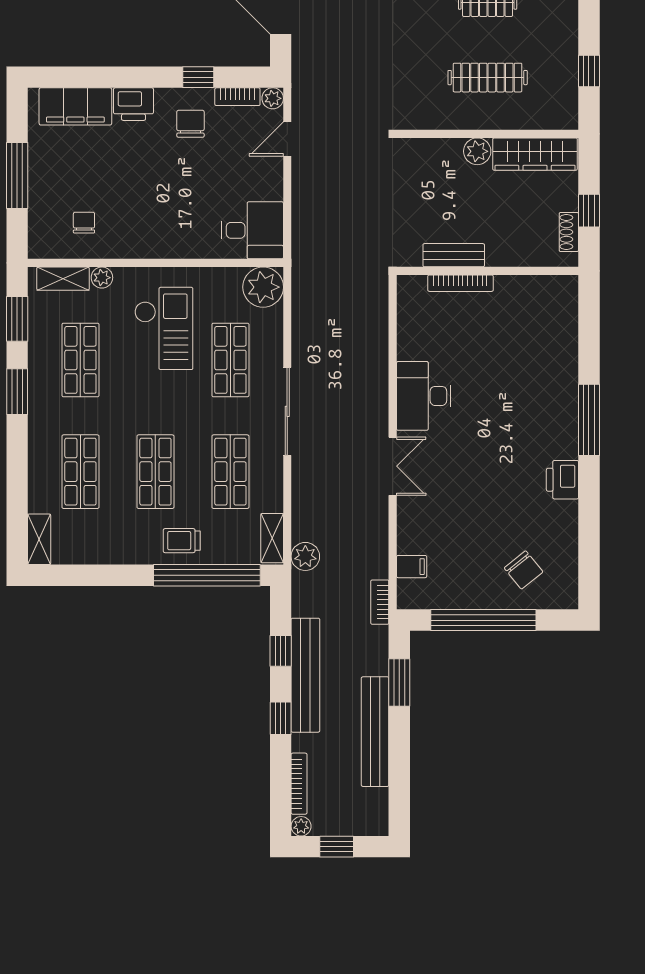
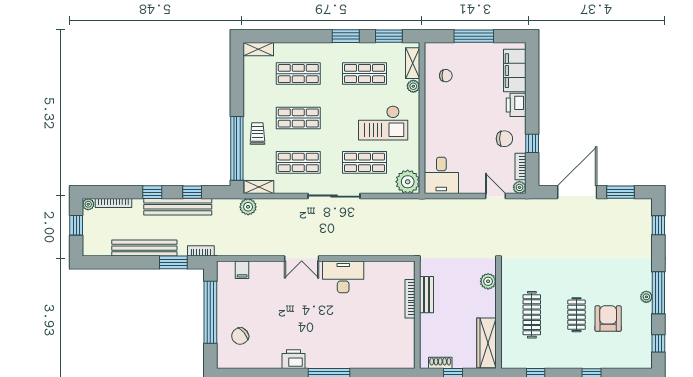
plant: (477, 151) -> (488, 281), moved
bookcase: (380, 602) -> (201, 251), moved

